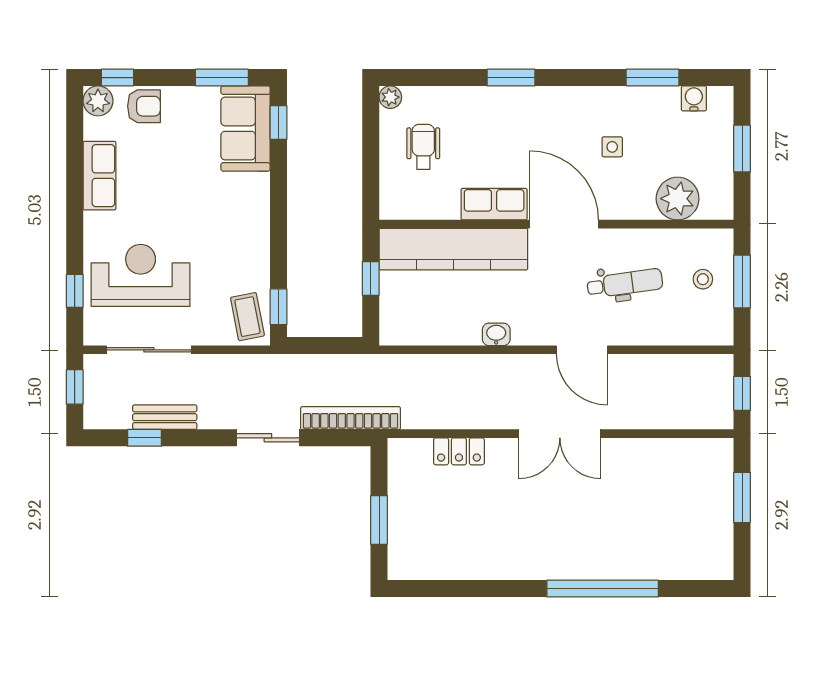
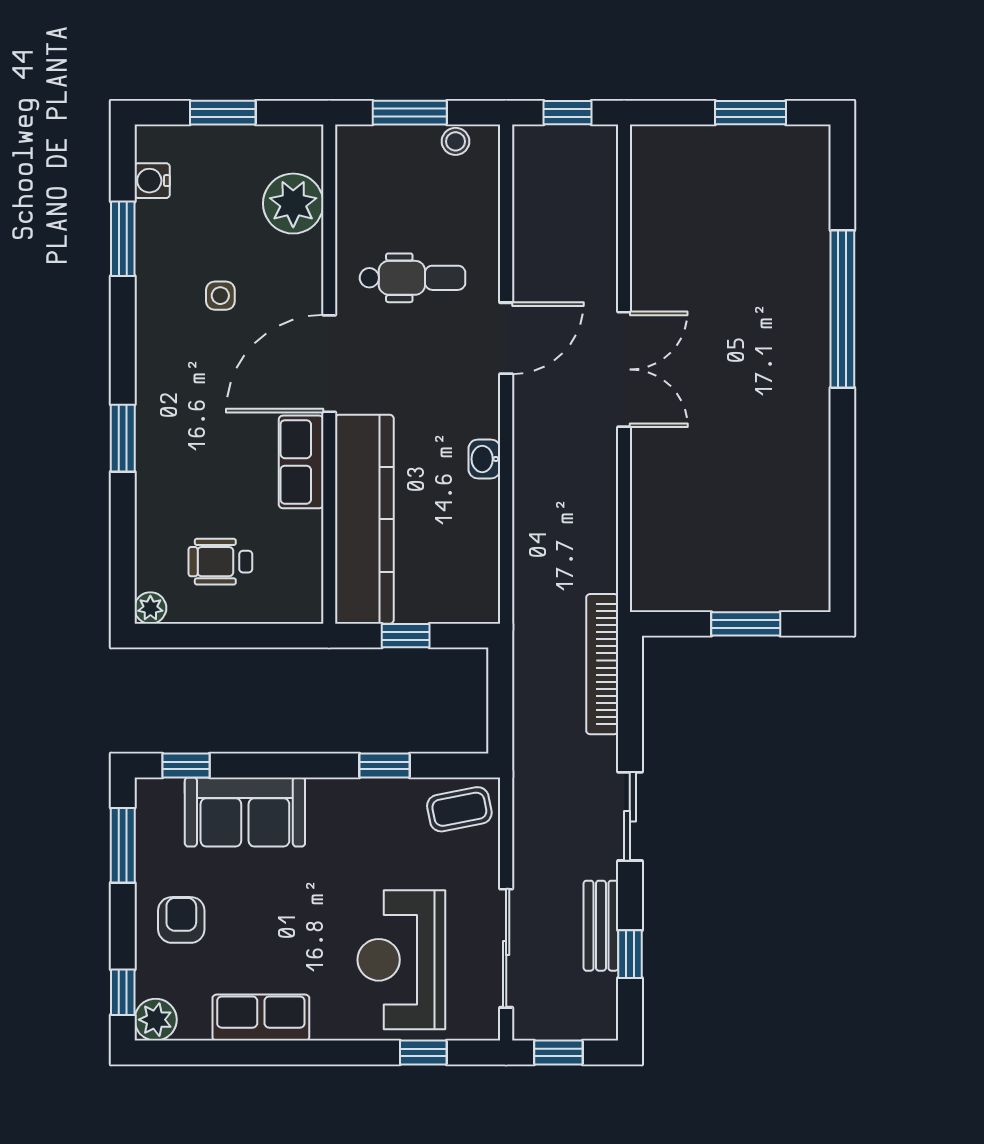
armchair: (144, 106) -> (181, 920), moved
sofa: (245, 129) -> (245, 812), moved
stool: (703, 279) -> (455, 141), moved
dental chair: (625, 283) -> (412, 278), turned 98
window: (279, 307) -> (384, 765), moved
sliding door: (268, 438) -> (630, 816), moved
locker: (459, 451) -> (649, 511), removed
window: (742, 497) -> (750, 113), moved

